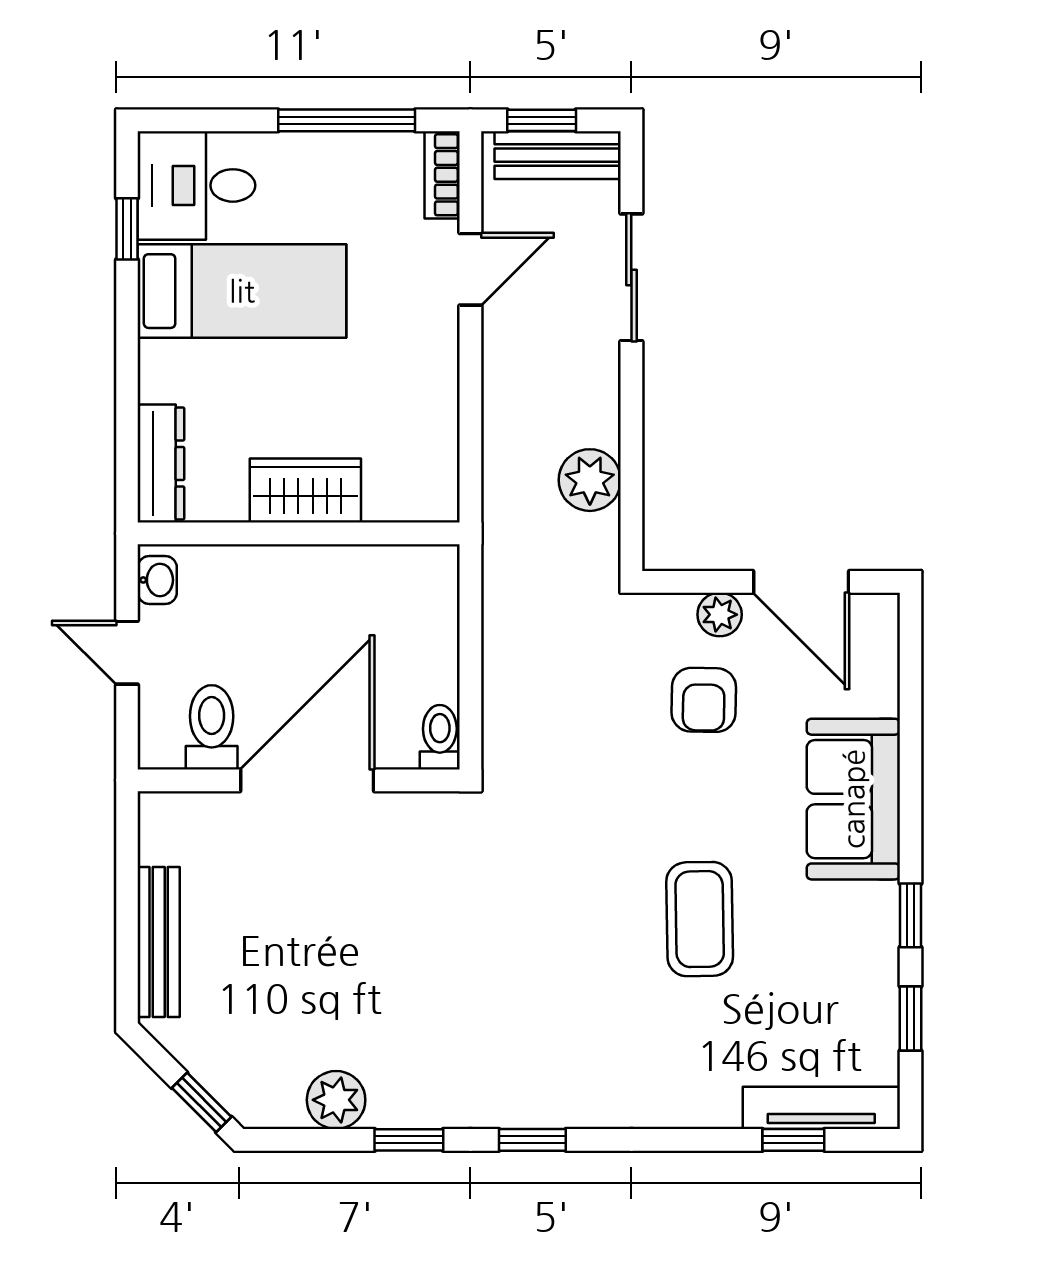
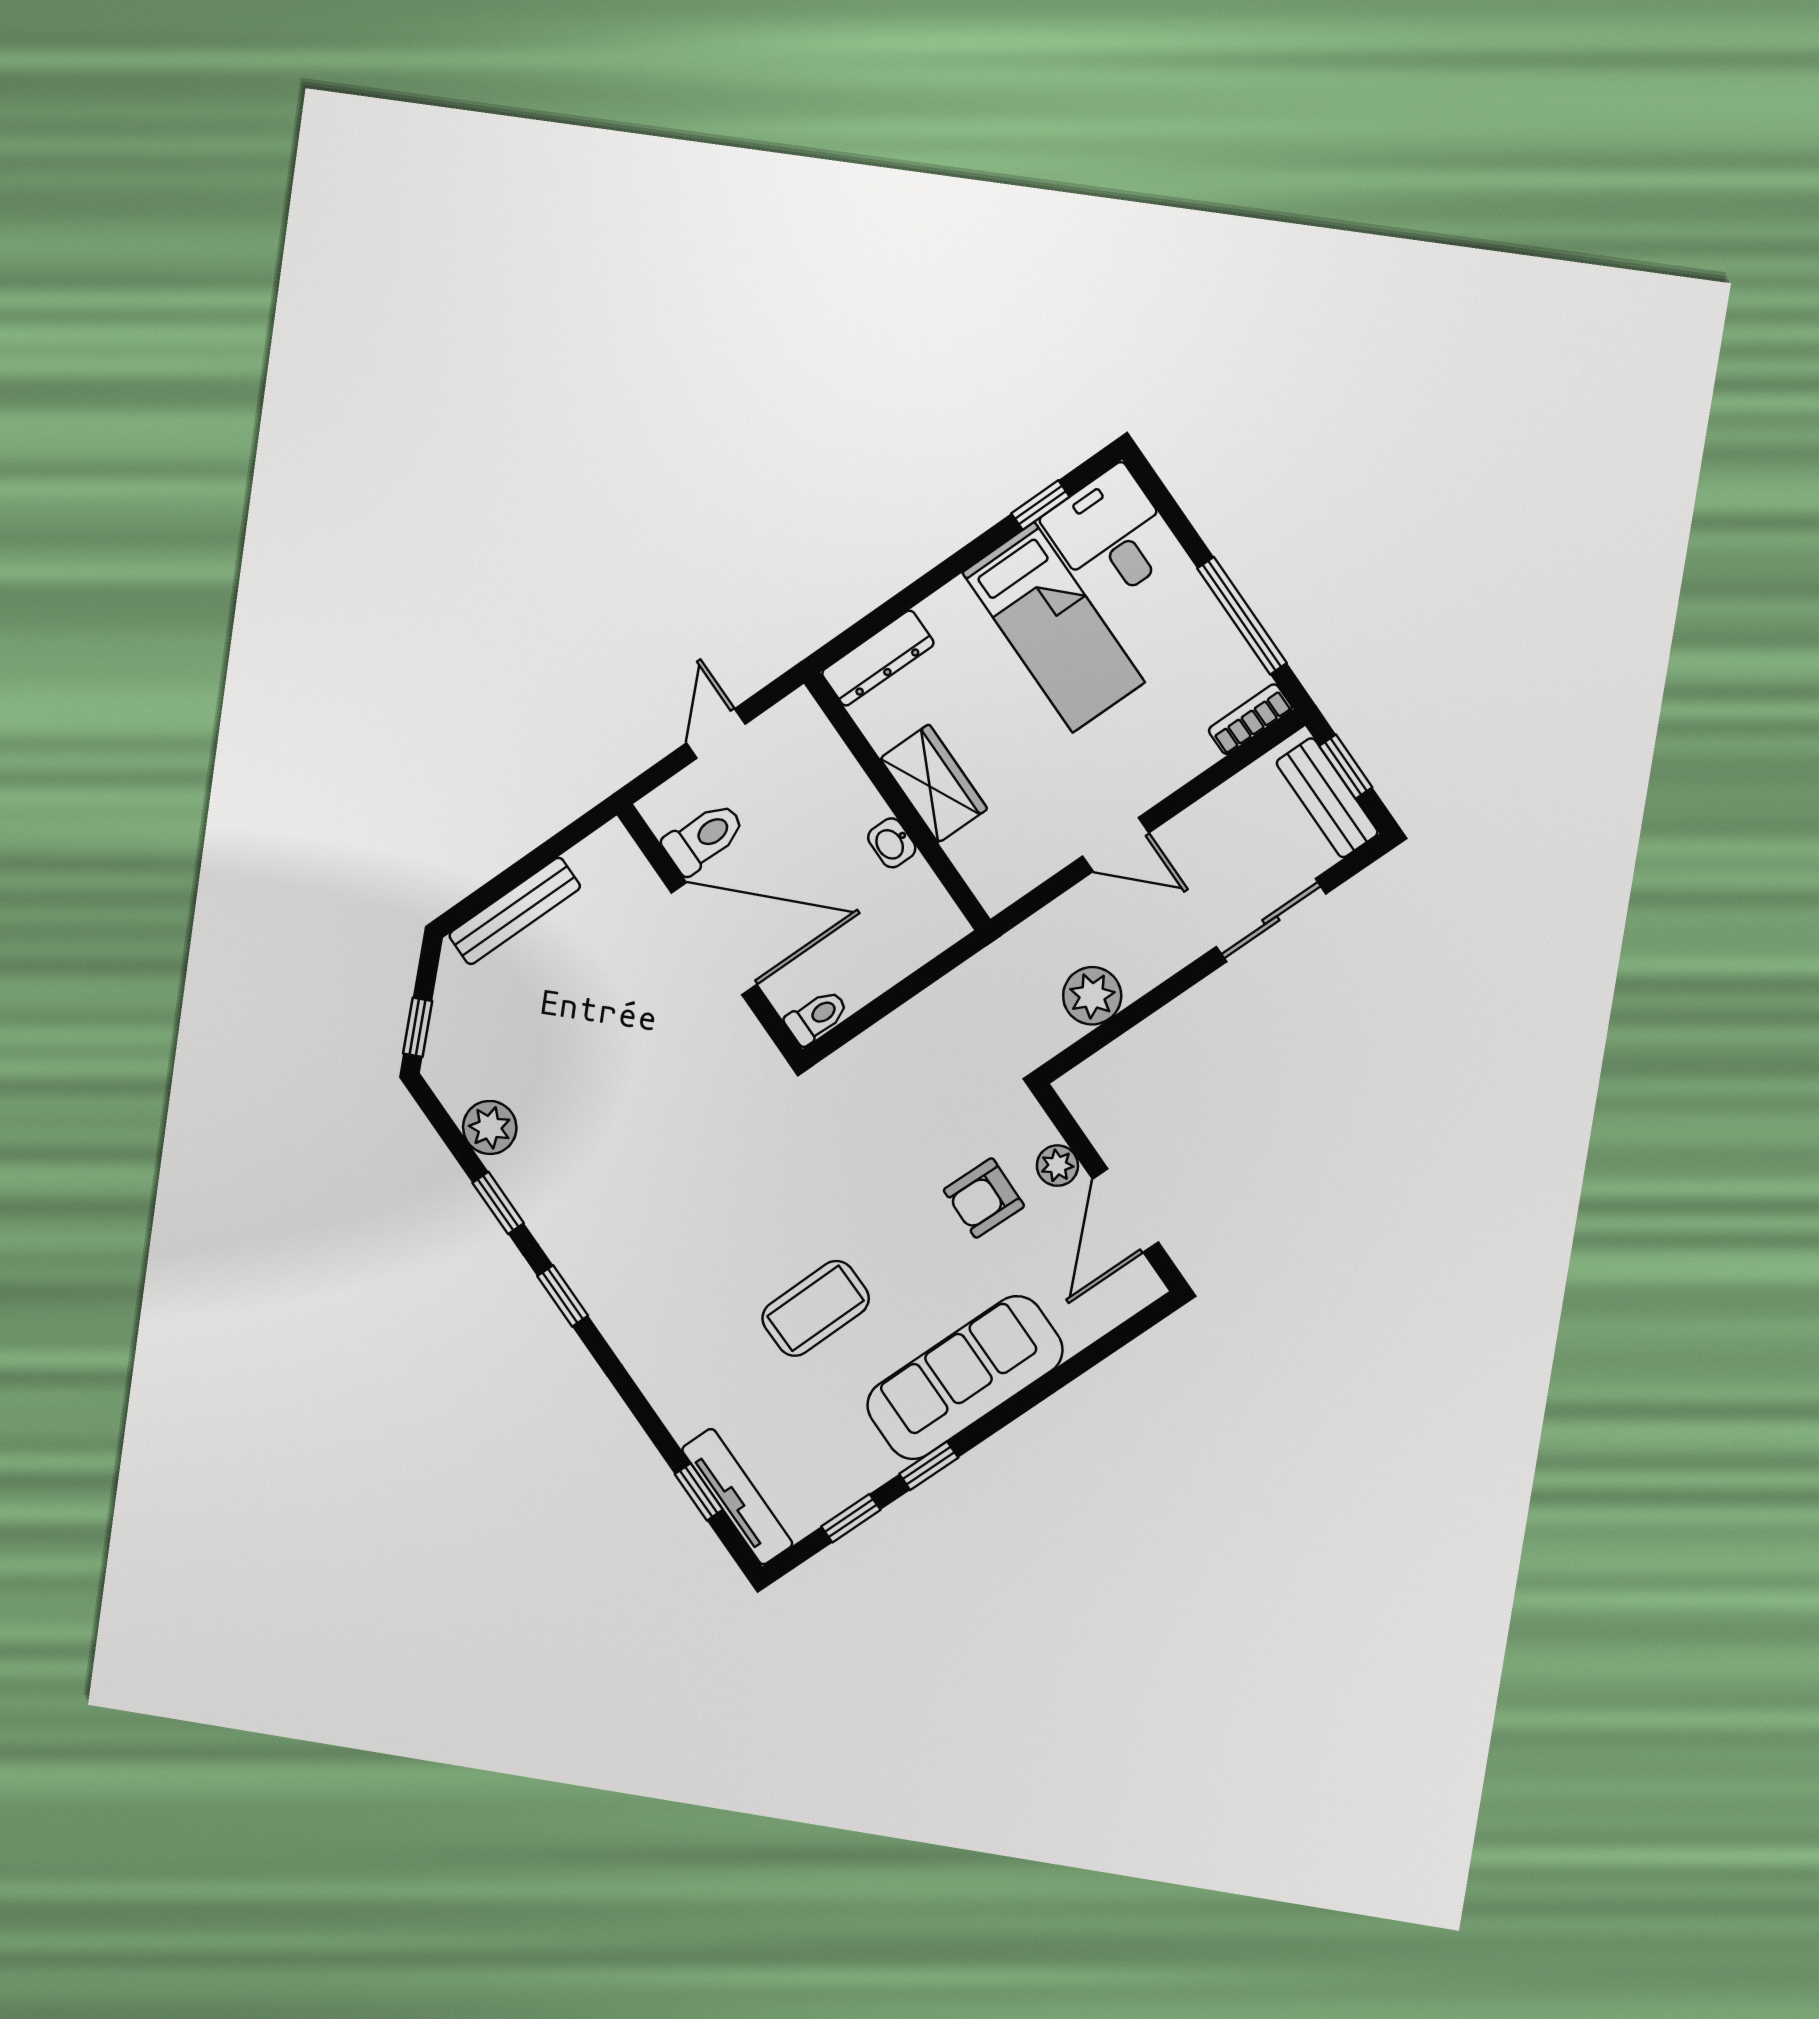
door: (470, 269) -> (1116, 845), moved
washbasin: (157, 580) -> (892, 843), moved, turned 90
sofa: (853, 799) -> (965, 1378), width x1.36

